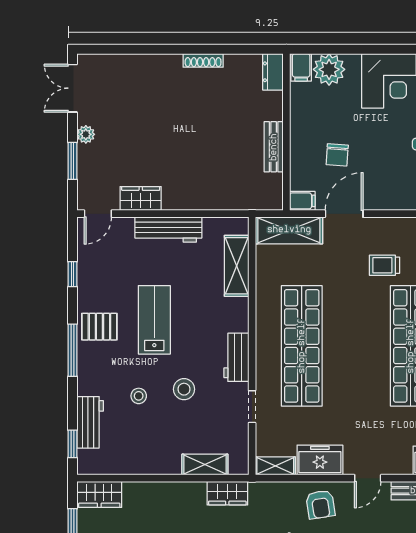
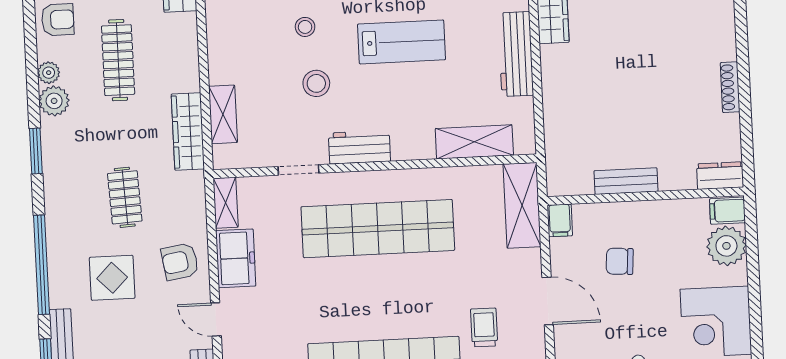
door: (344, 214) -> (548, 301), moved
wardrobe: (227, 493) -> (188, 131), width x1.50

